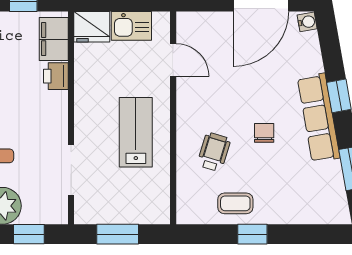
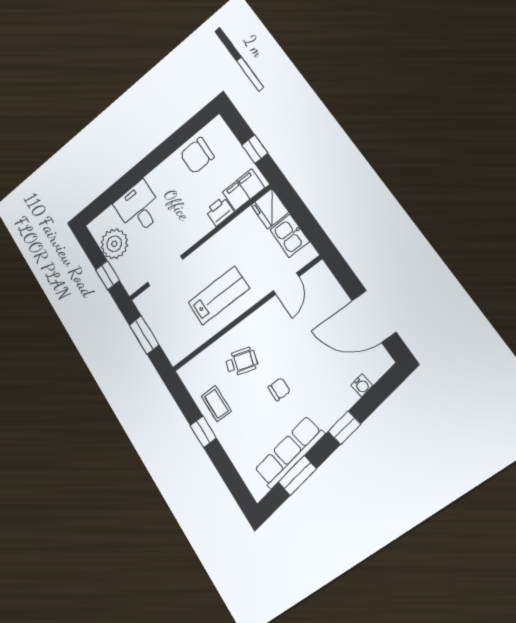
water cooler: (307, 22) -> (362, 385), moved
row of seats: (319, 118) -> (289, 452), moved

